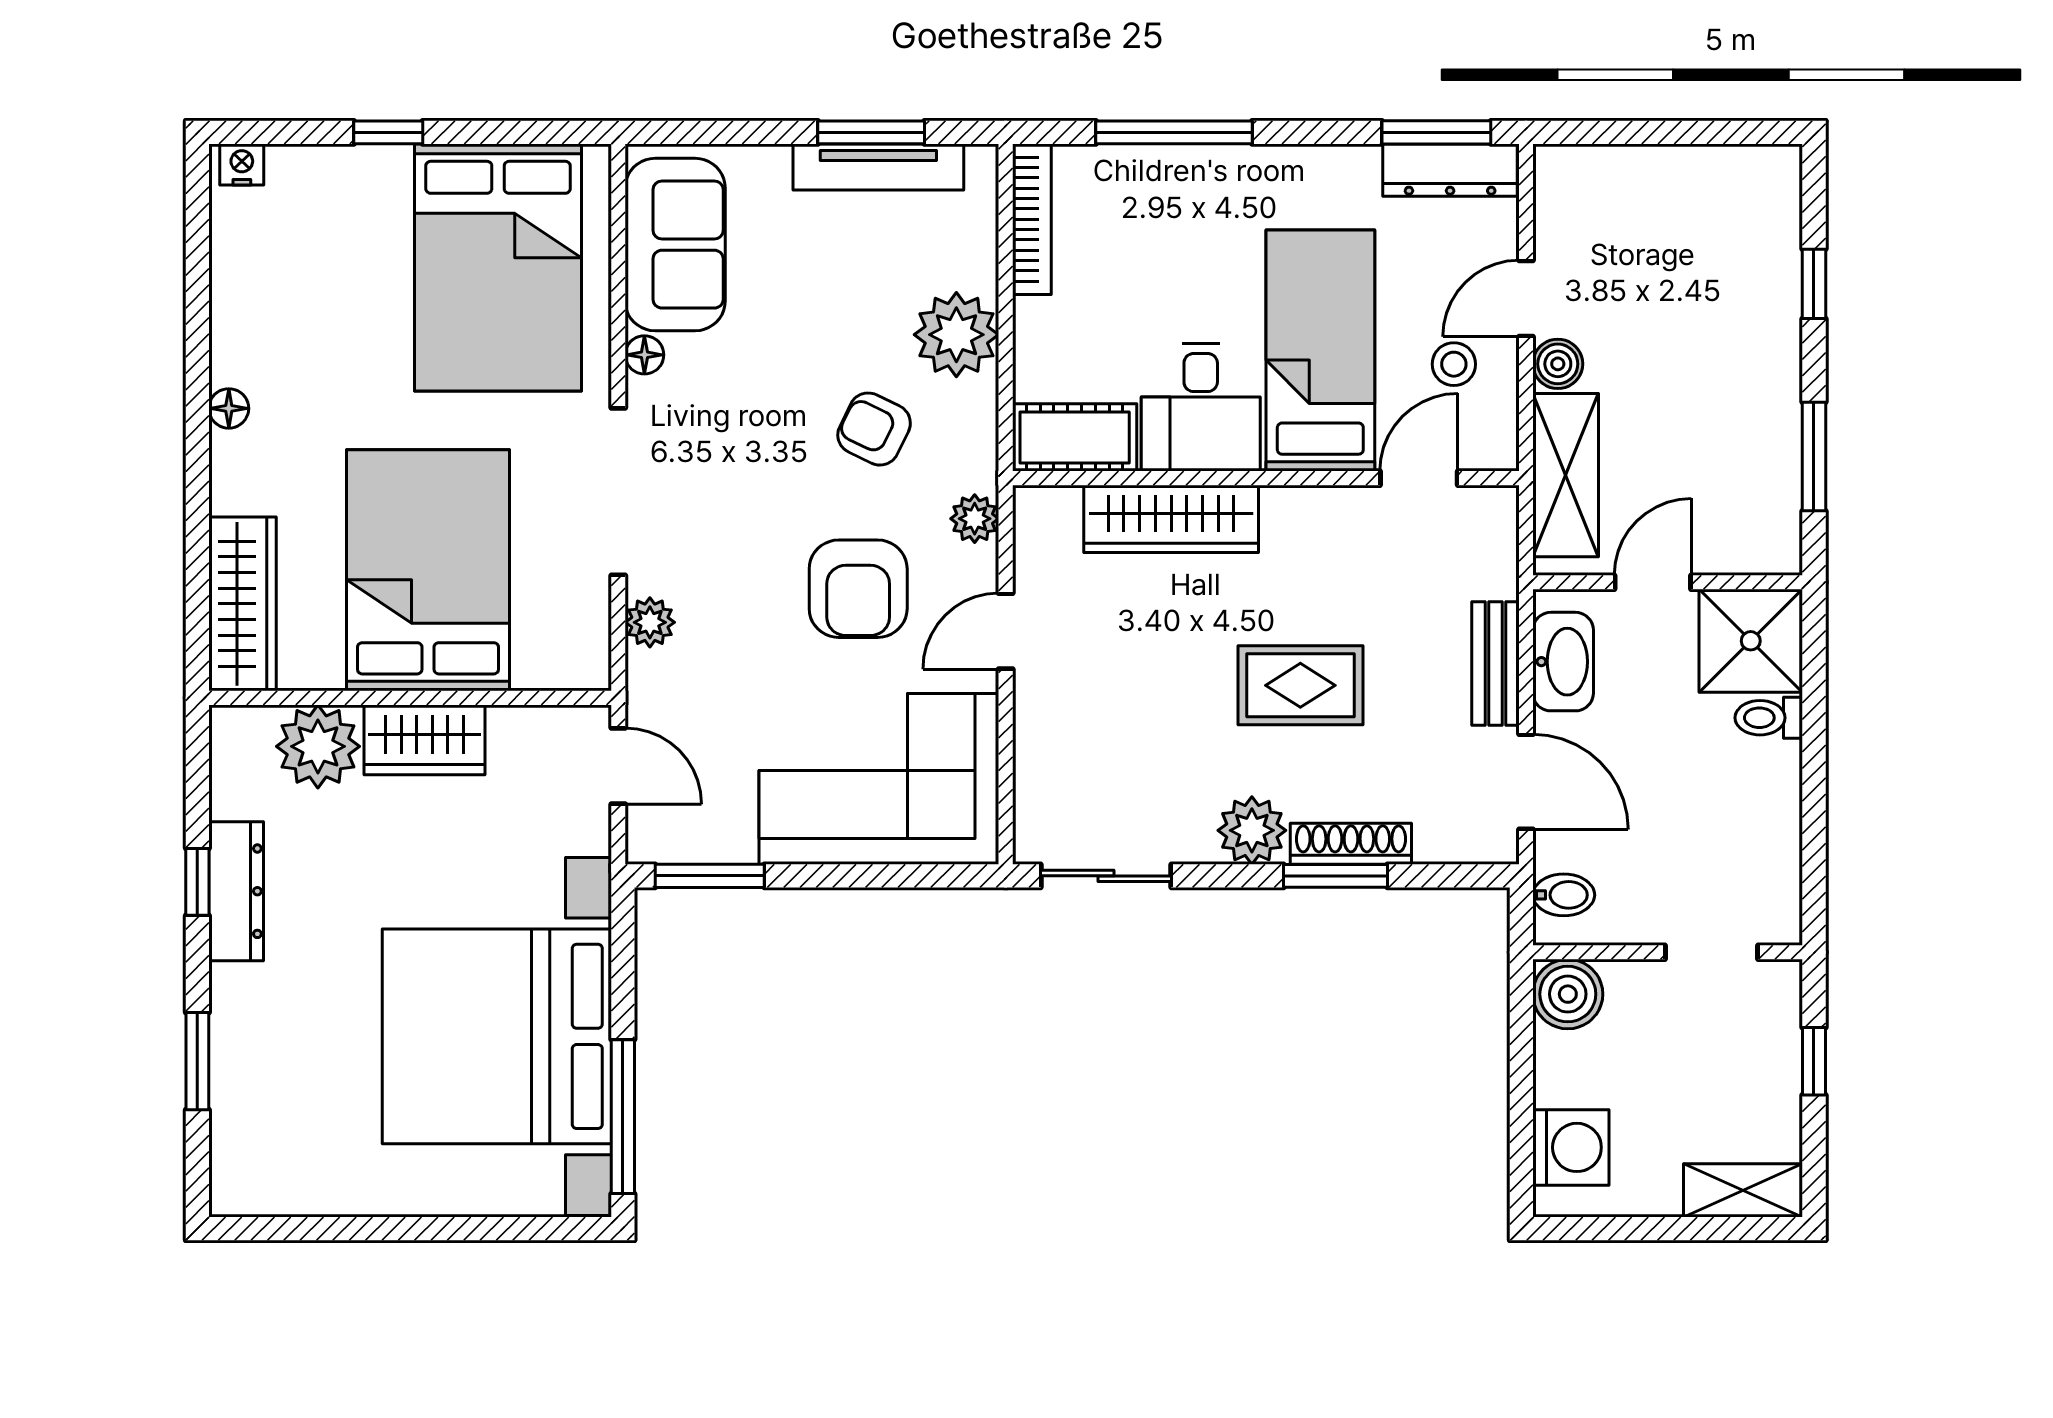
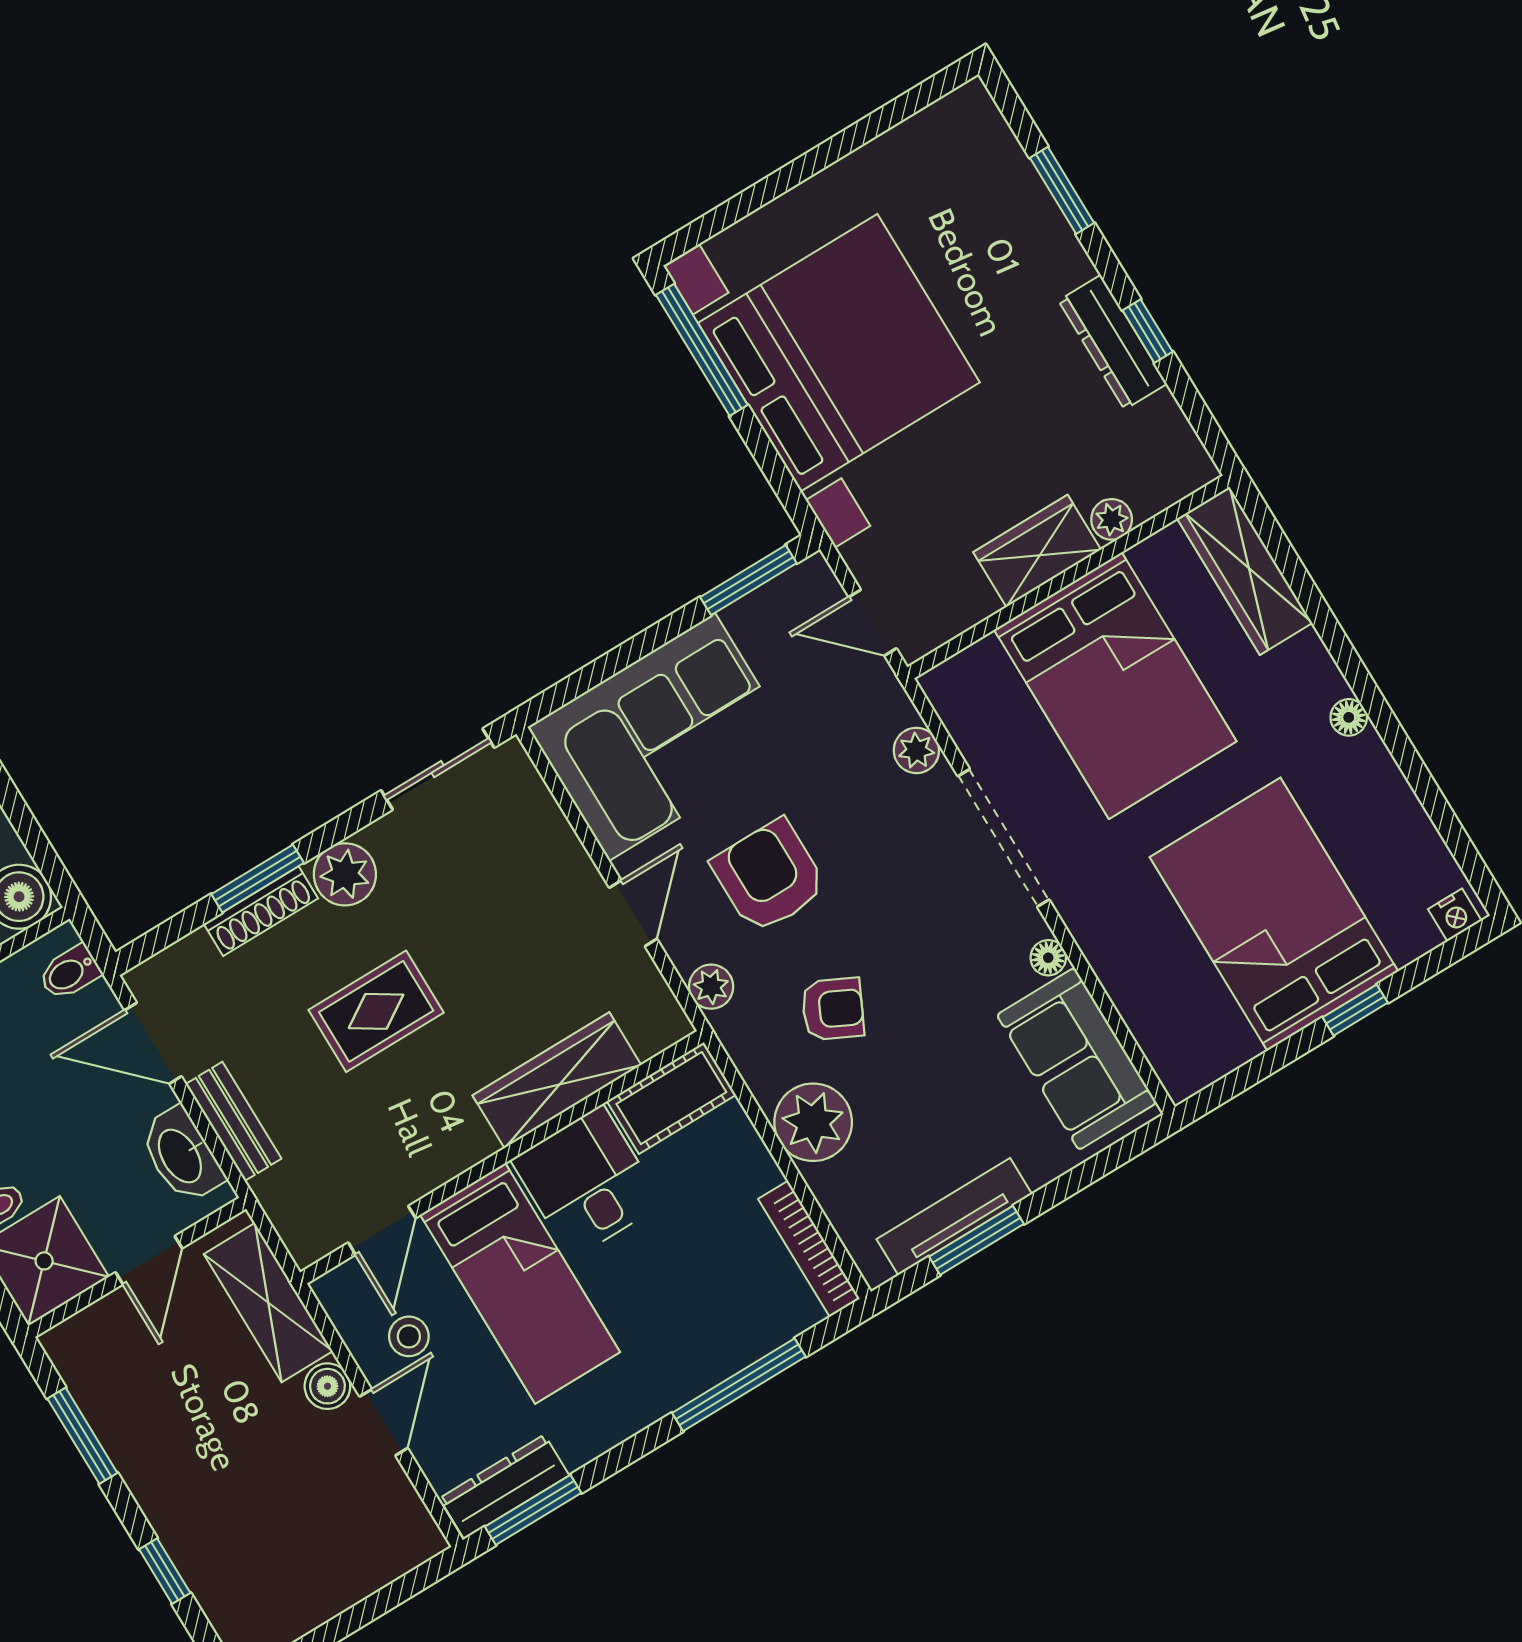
bed: (498, 267) -> (1274, 914), moved
plant: (318, 746) -> (1112, 519), width x0.53, depth x0.53

